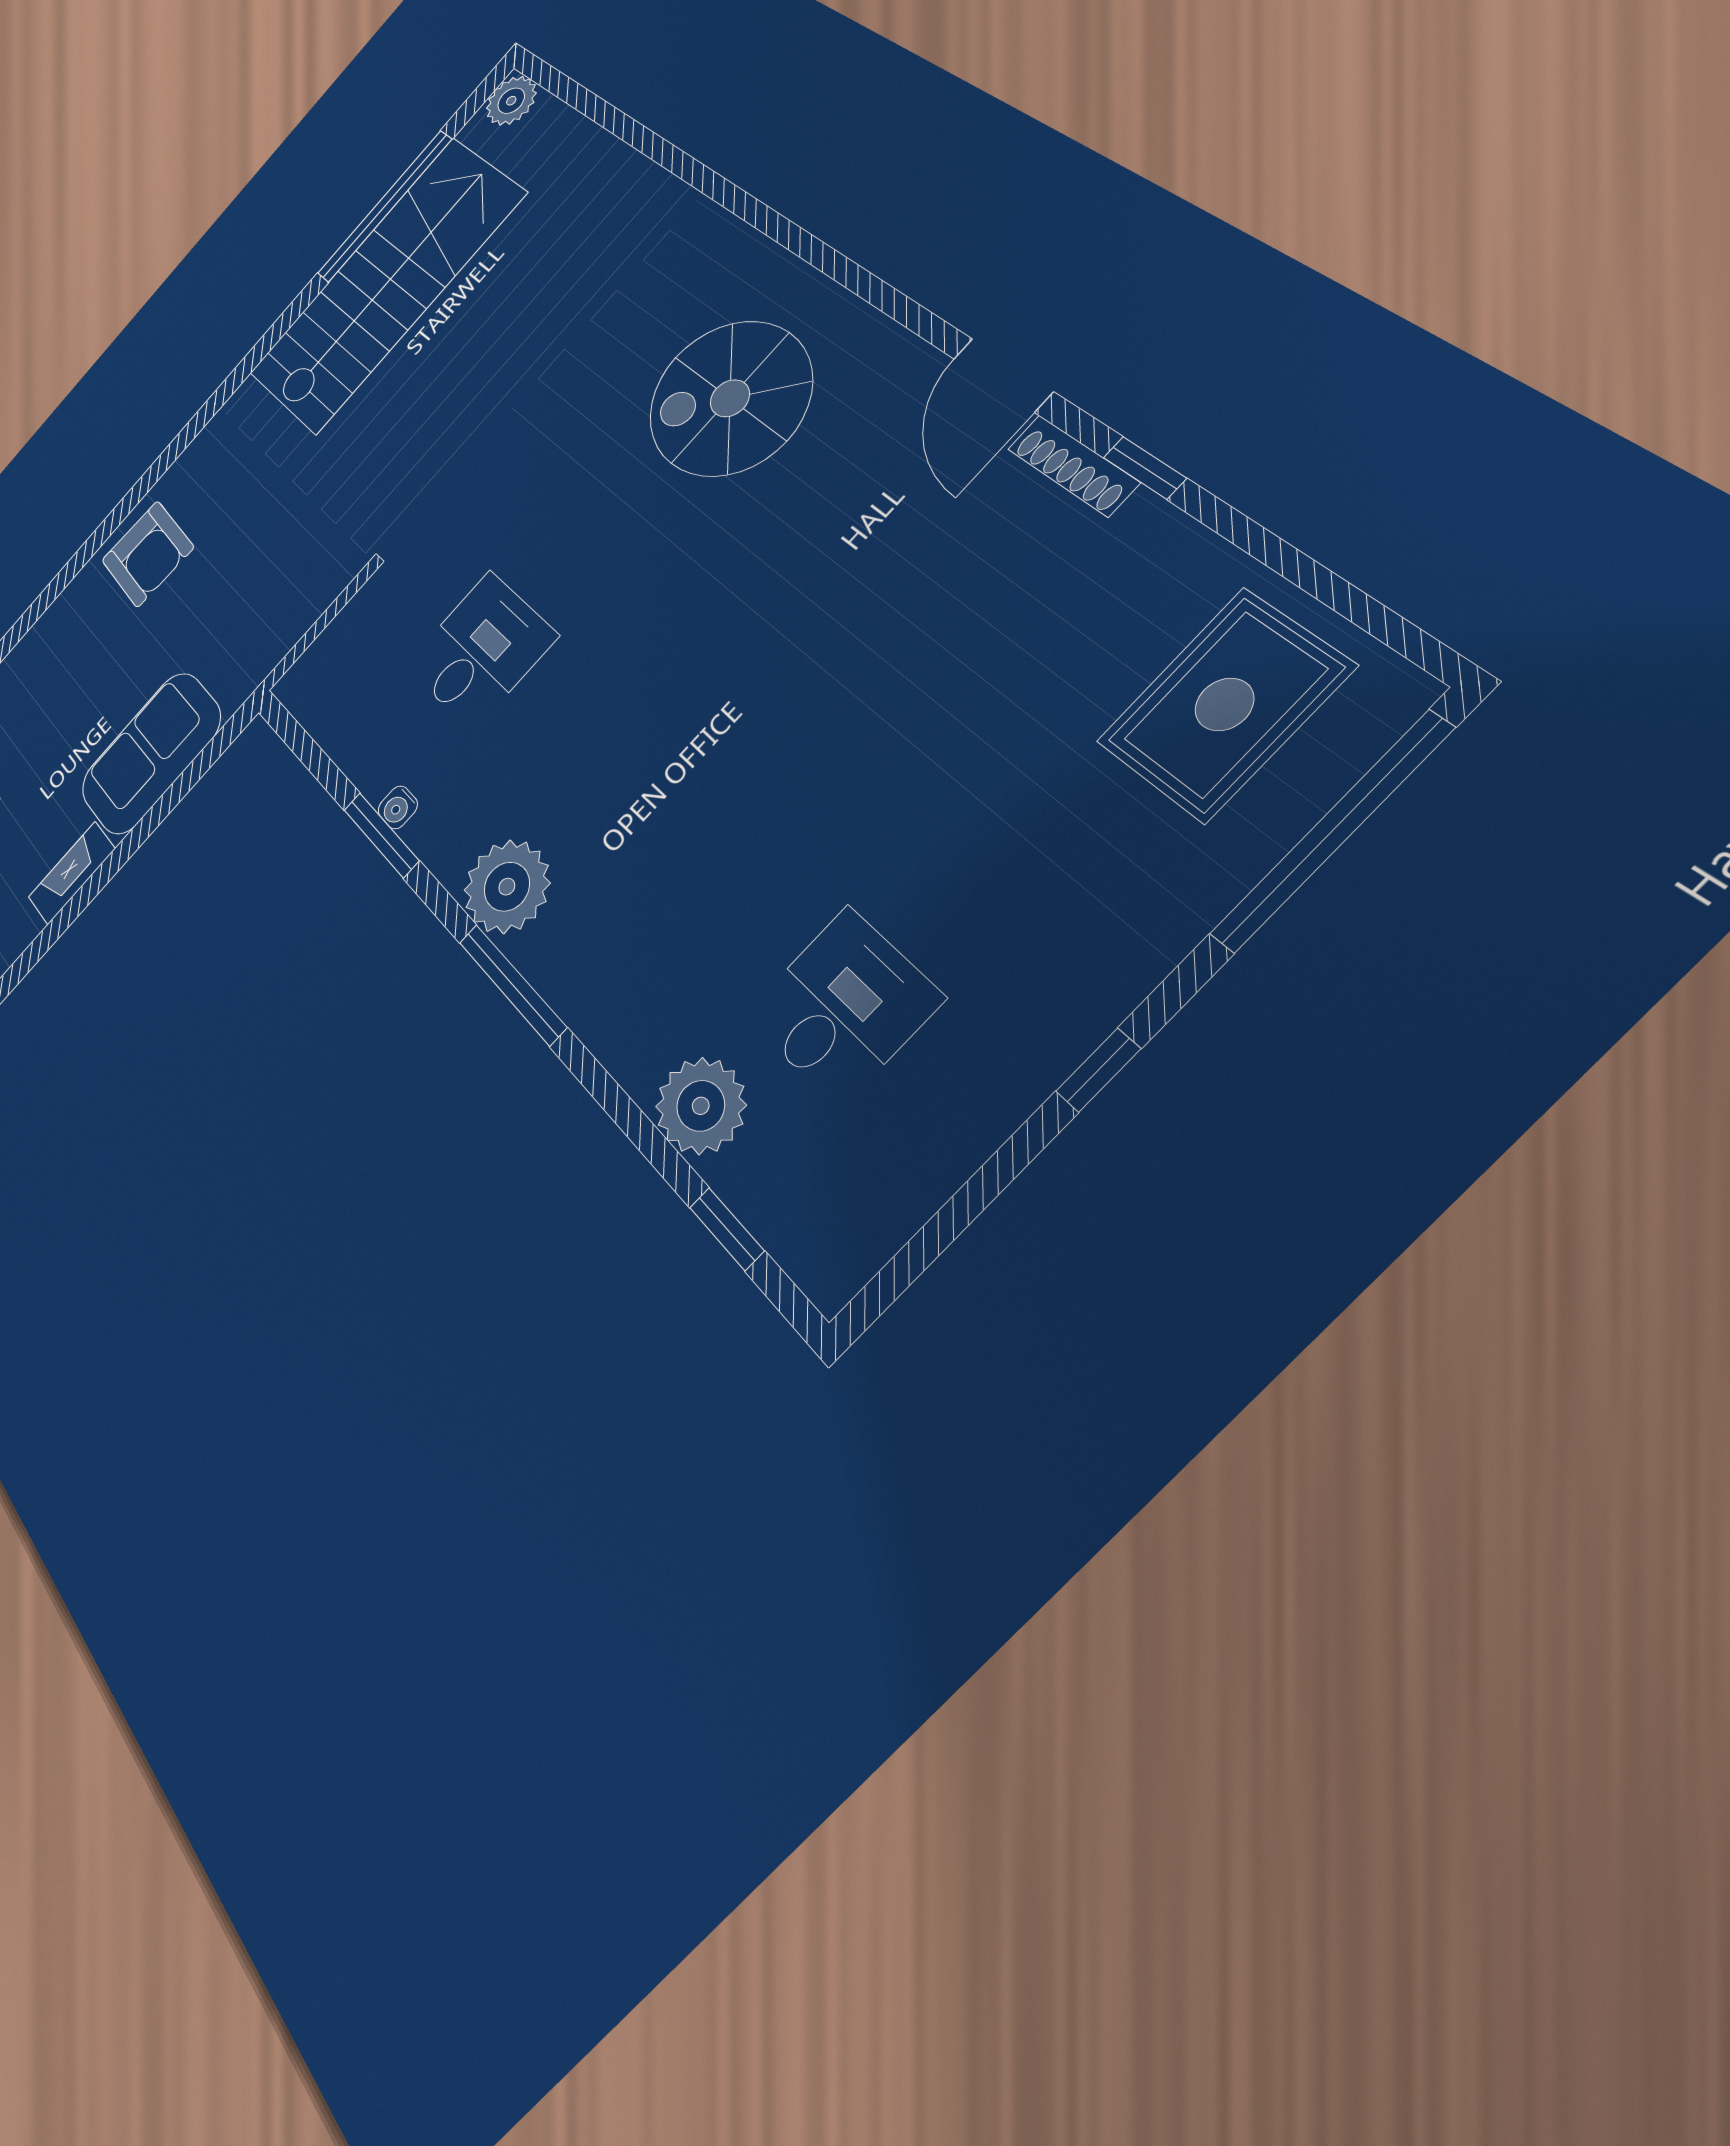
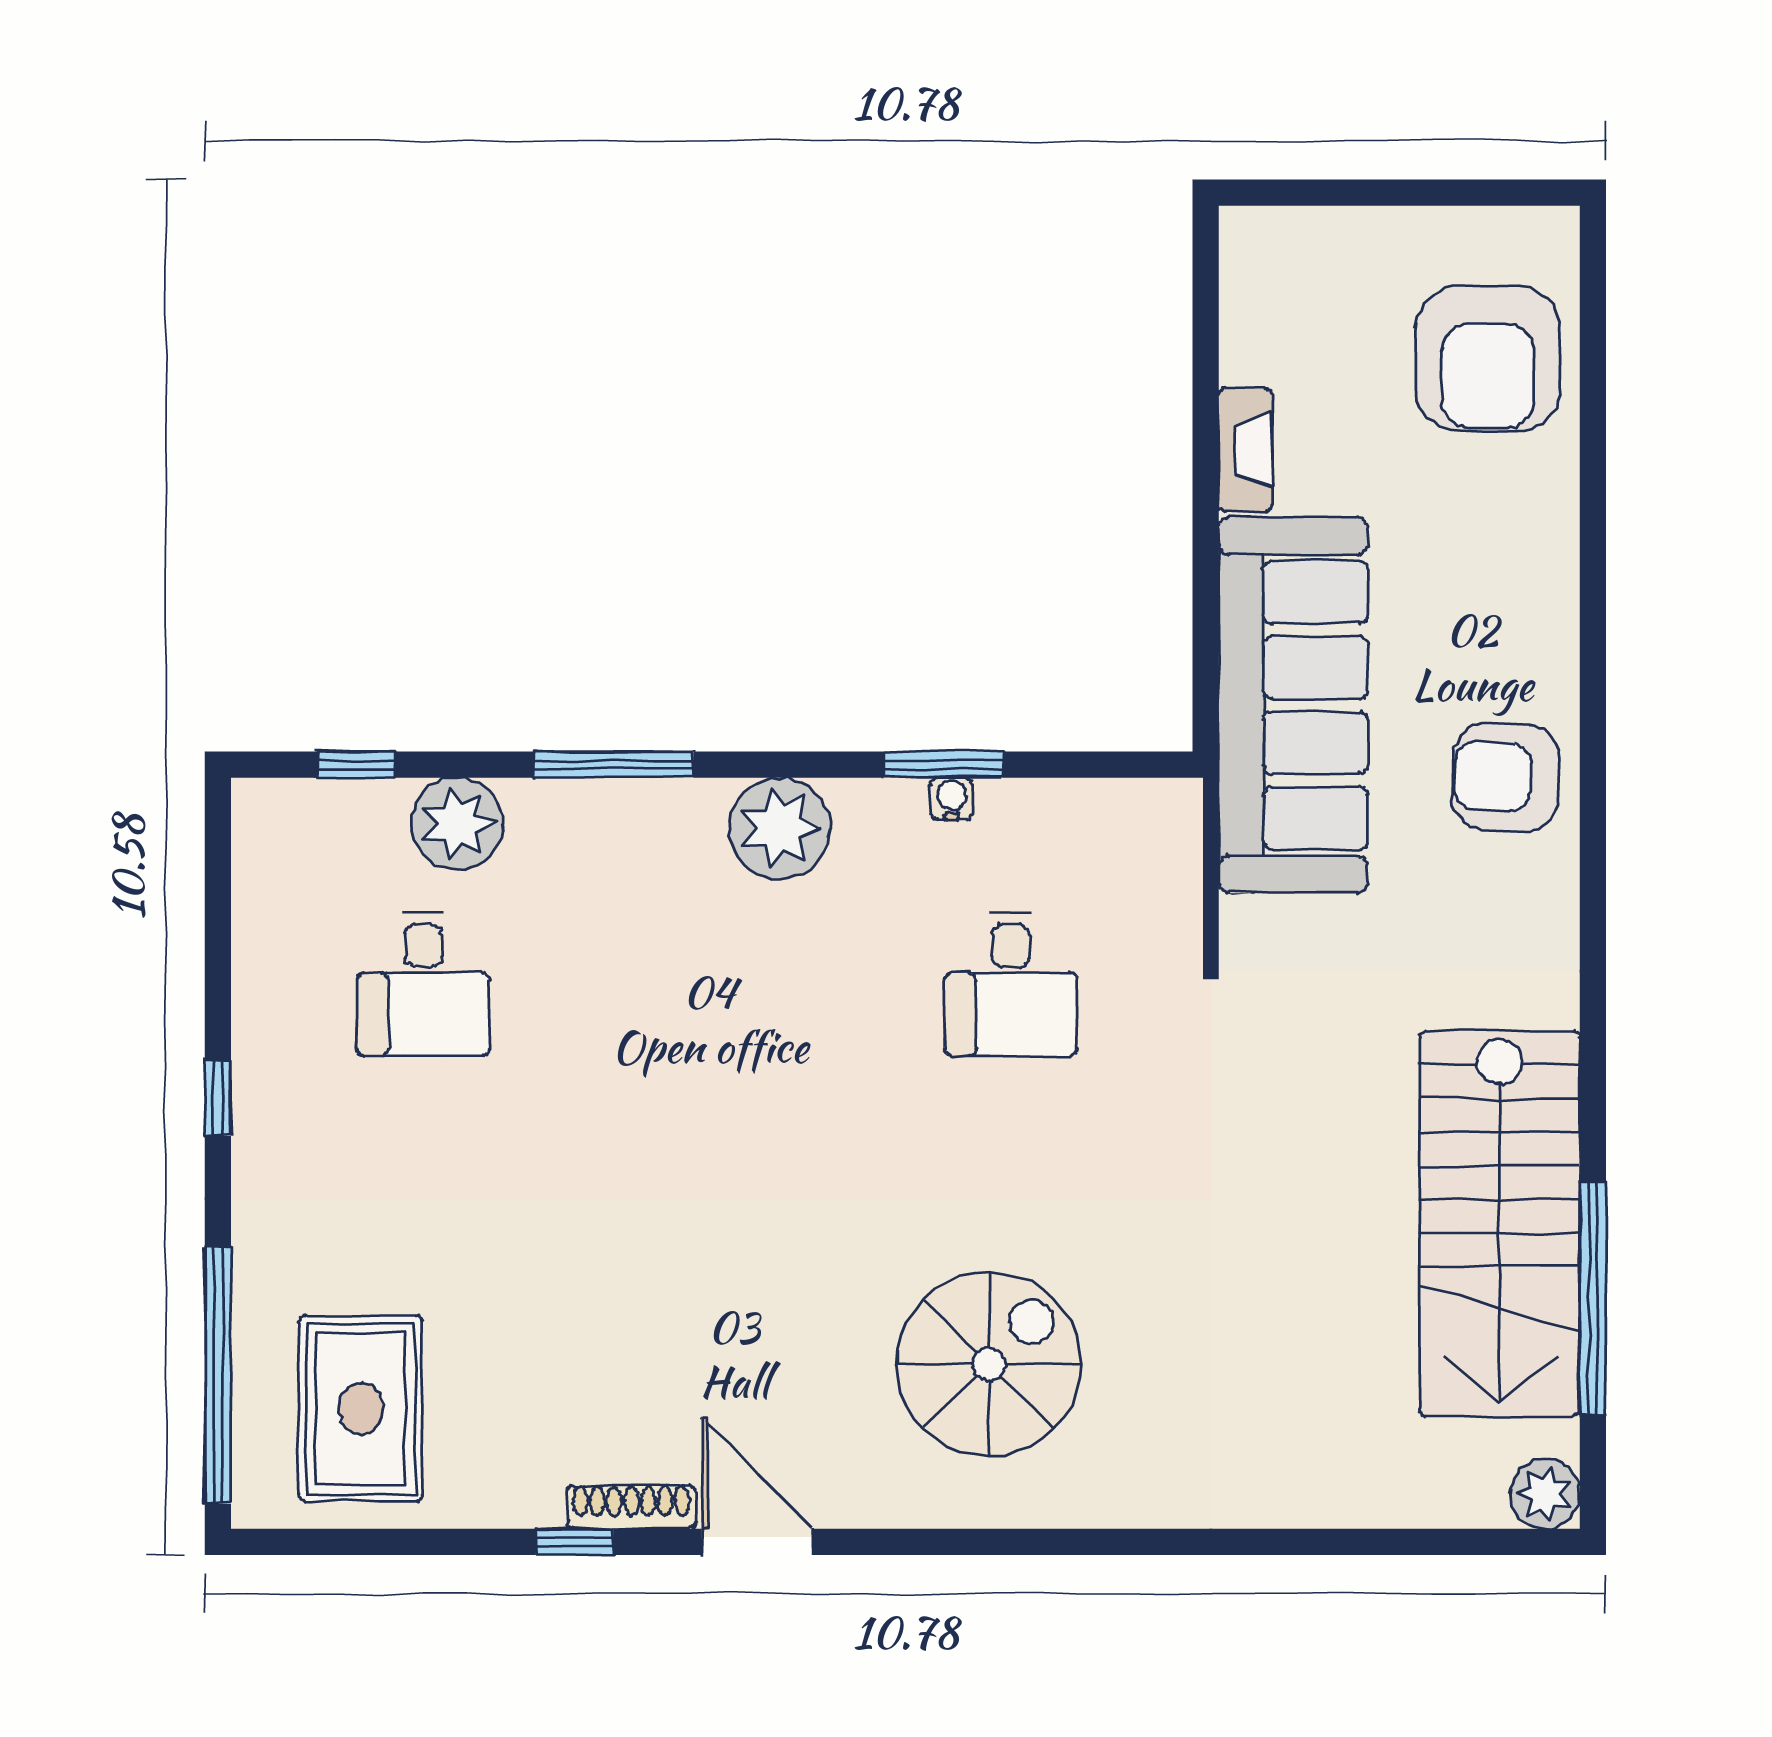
sofa: (151, 753) -> (1293, 705), width x1.85, depth x1.27
window: (512, 984) -> (614, 765), moved

